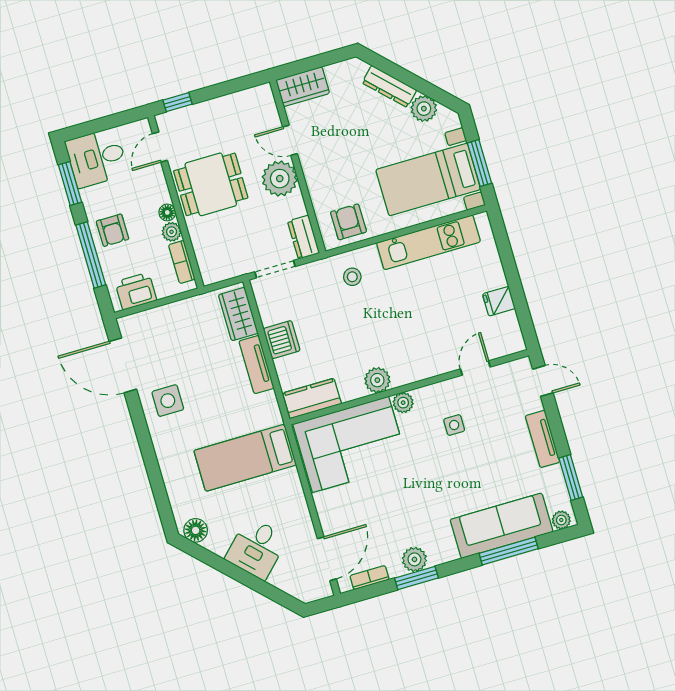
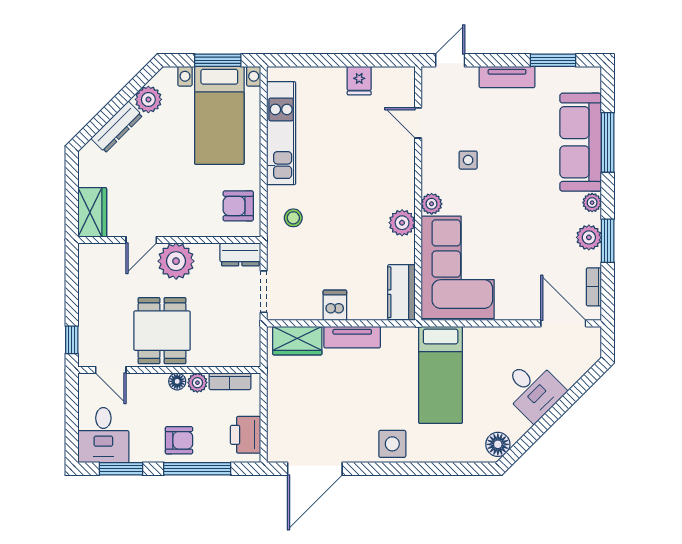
dishwasher: (282, 340) -> (335, 305), width x0.73
side table: (168, 401) -> (392, 444), moved
plant: (561, 520) -> (592, 203), moved

